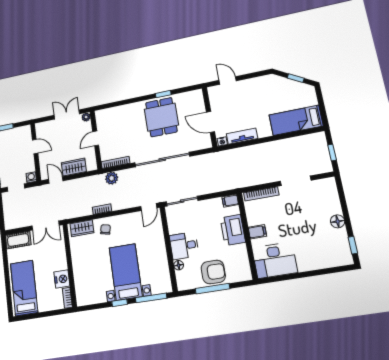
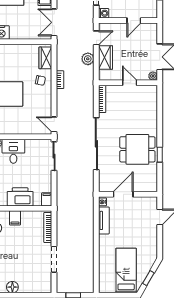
bed: (296, 120) -> (126, 271), moved
plant: (112, 178) -> (88, 59), moved

